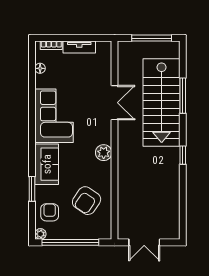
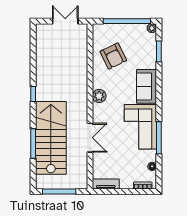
tv unit: (79, 47) -> (106, 184), moved
window: (32, 103) -> (159, 138), added
double door: (115, 103) -> (90, 138), swing flipped
window: (32, 189) -> (159, 51), moved
armchair: (87, 201) -> (113, 56), turned 120
armchair: (50, 212) -> (144, 46), removed

